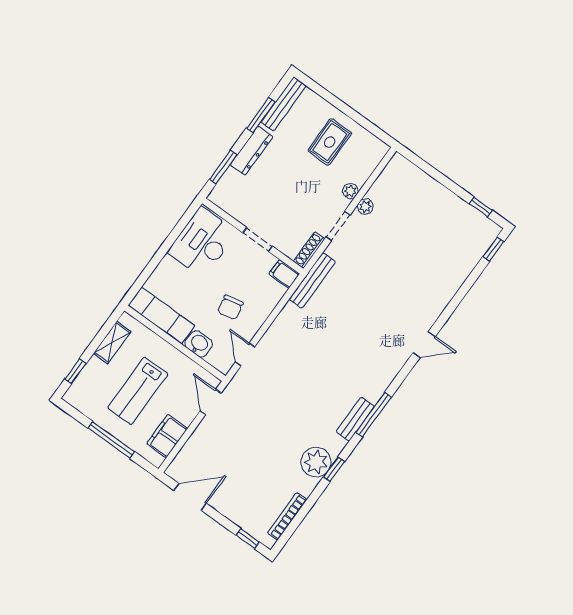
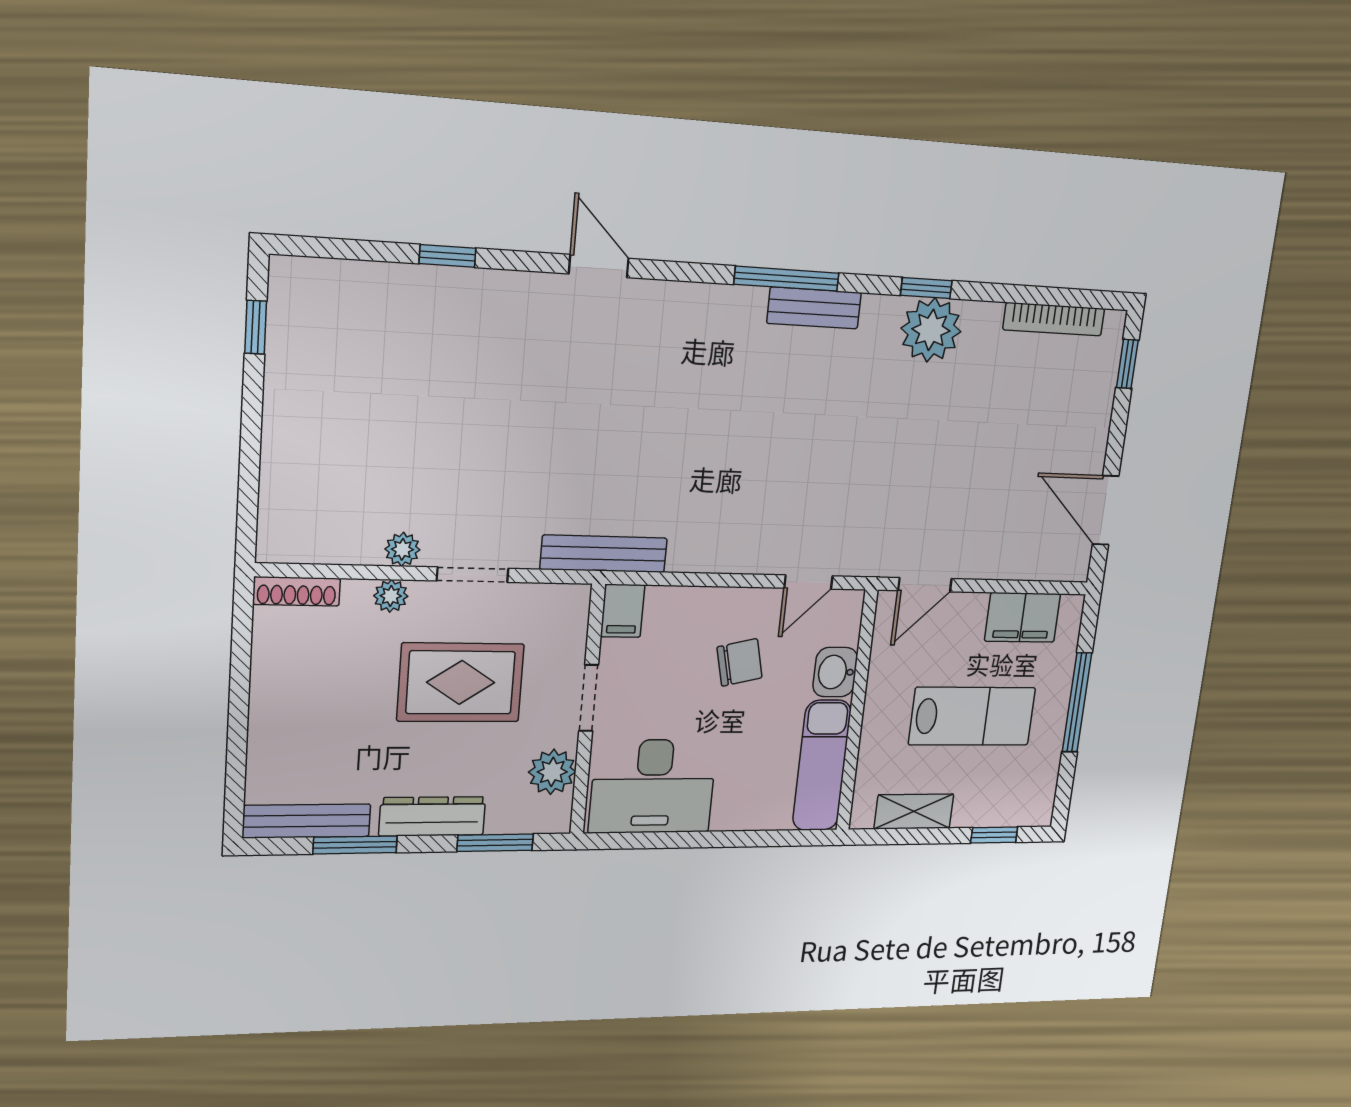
rug: (330, 142) -> (461, 682), moved, width x1.36, depth x1.43
plant: (237, 207) -> (552, 772), added
window: (493, 249) -> (447, 256), moved
shoe rack: (309, 250) -> (297, 591), moved

